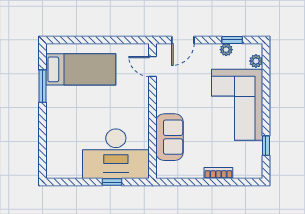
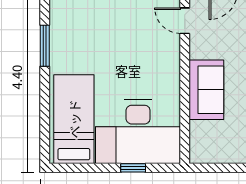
bed: (81, 69) -> (74, 119), moved, turned -90
sofa: (170, 137) -> (206, 90), moved

